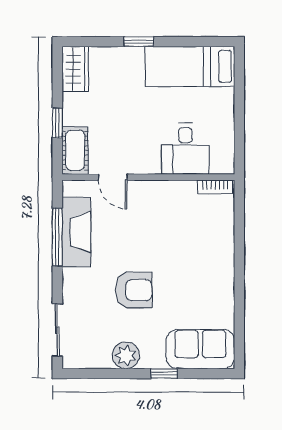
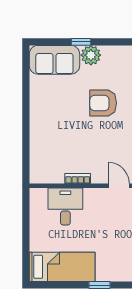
bookcase: (215, 187) -> (78, 179), moved
plant: (126, 355) -> (91, 55), moved

